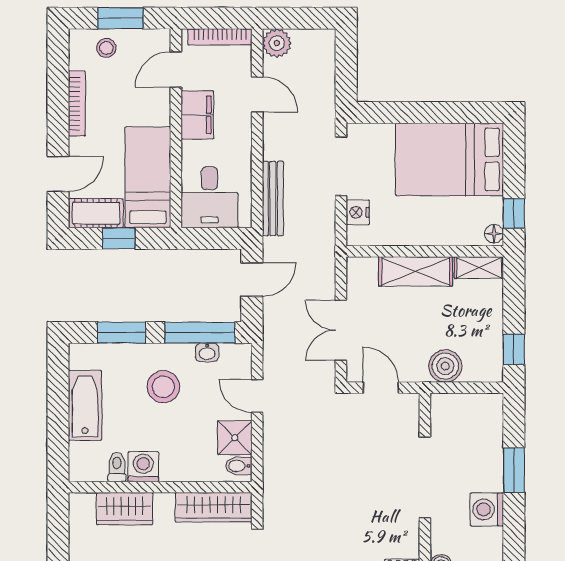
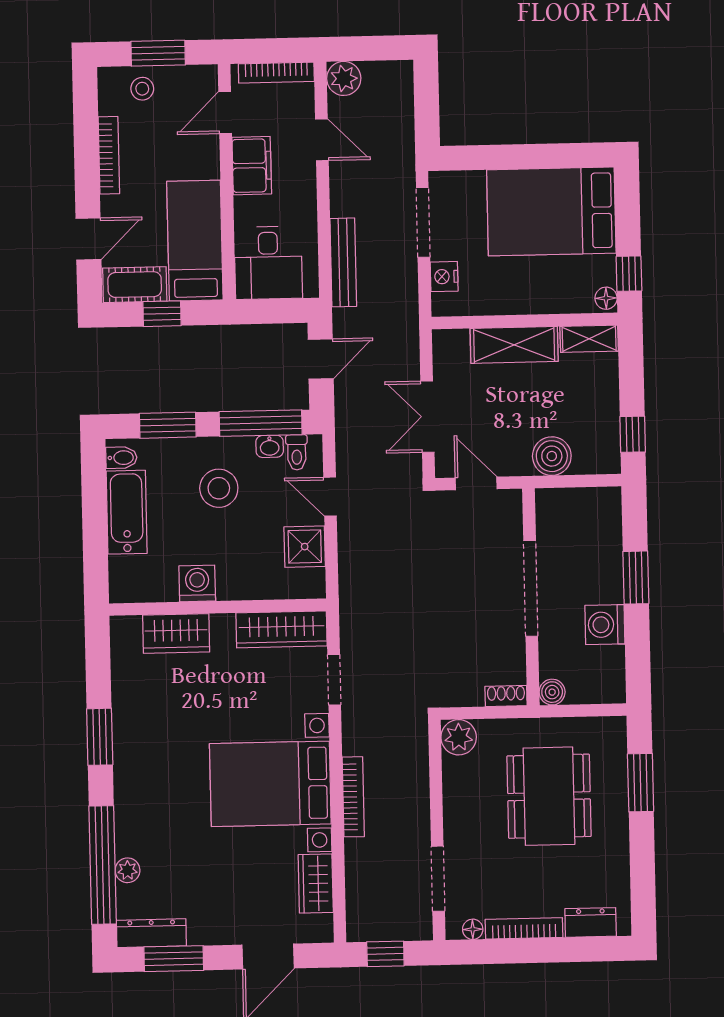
bidet: (239, 466) -> (121, 458), moved, turned 180
toilet: (117, 467) -> (297, 452), moved, turned 180

